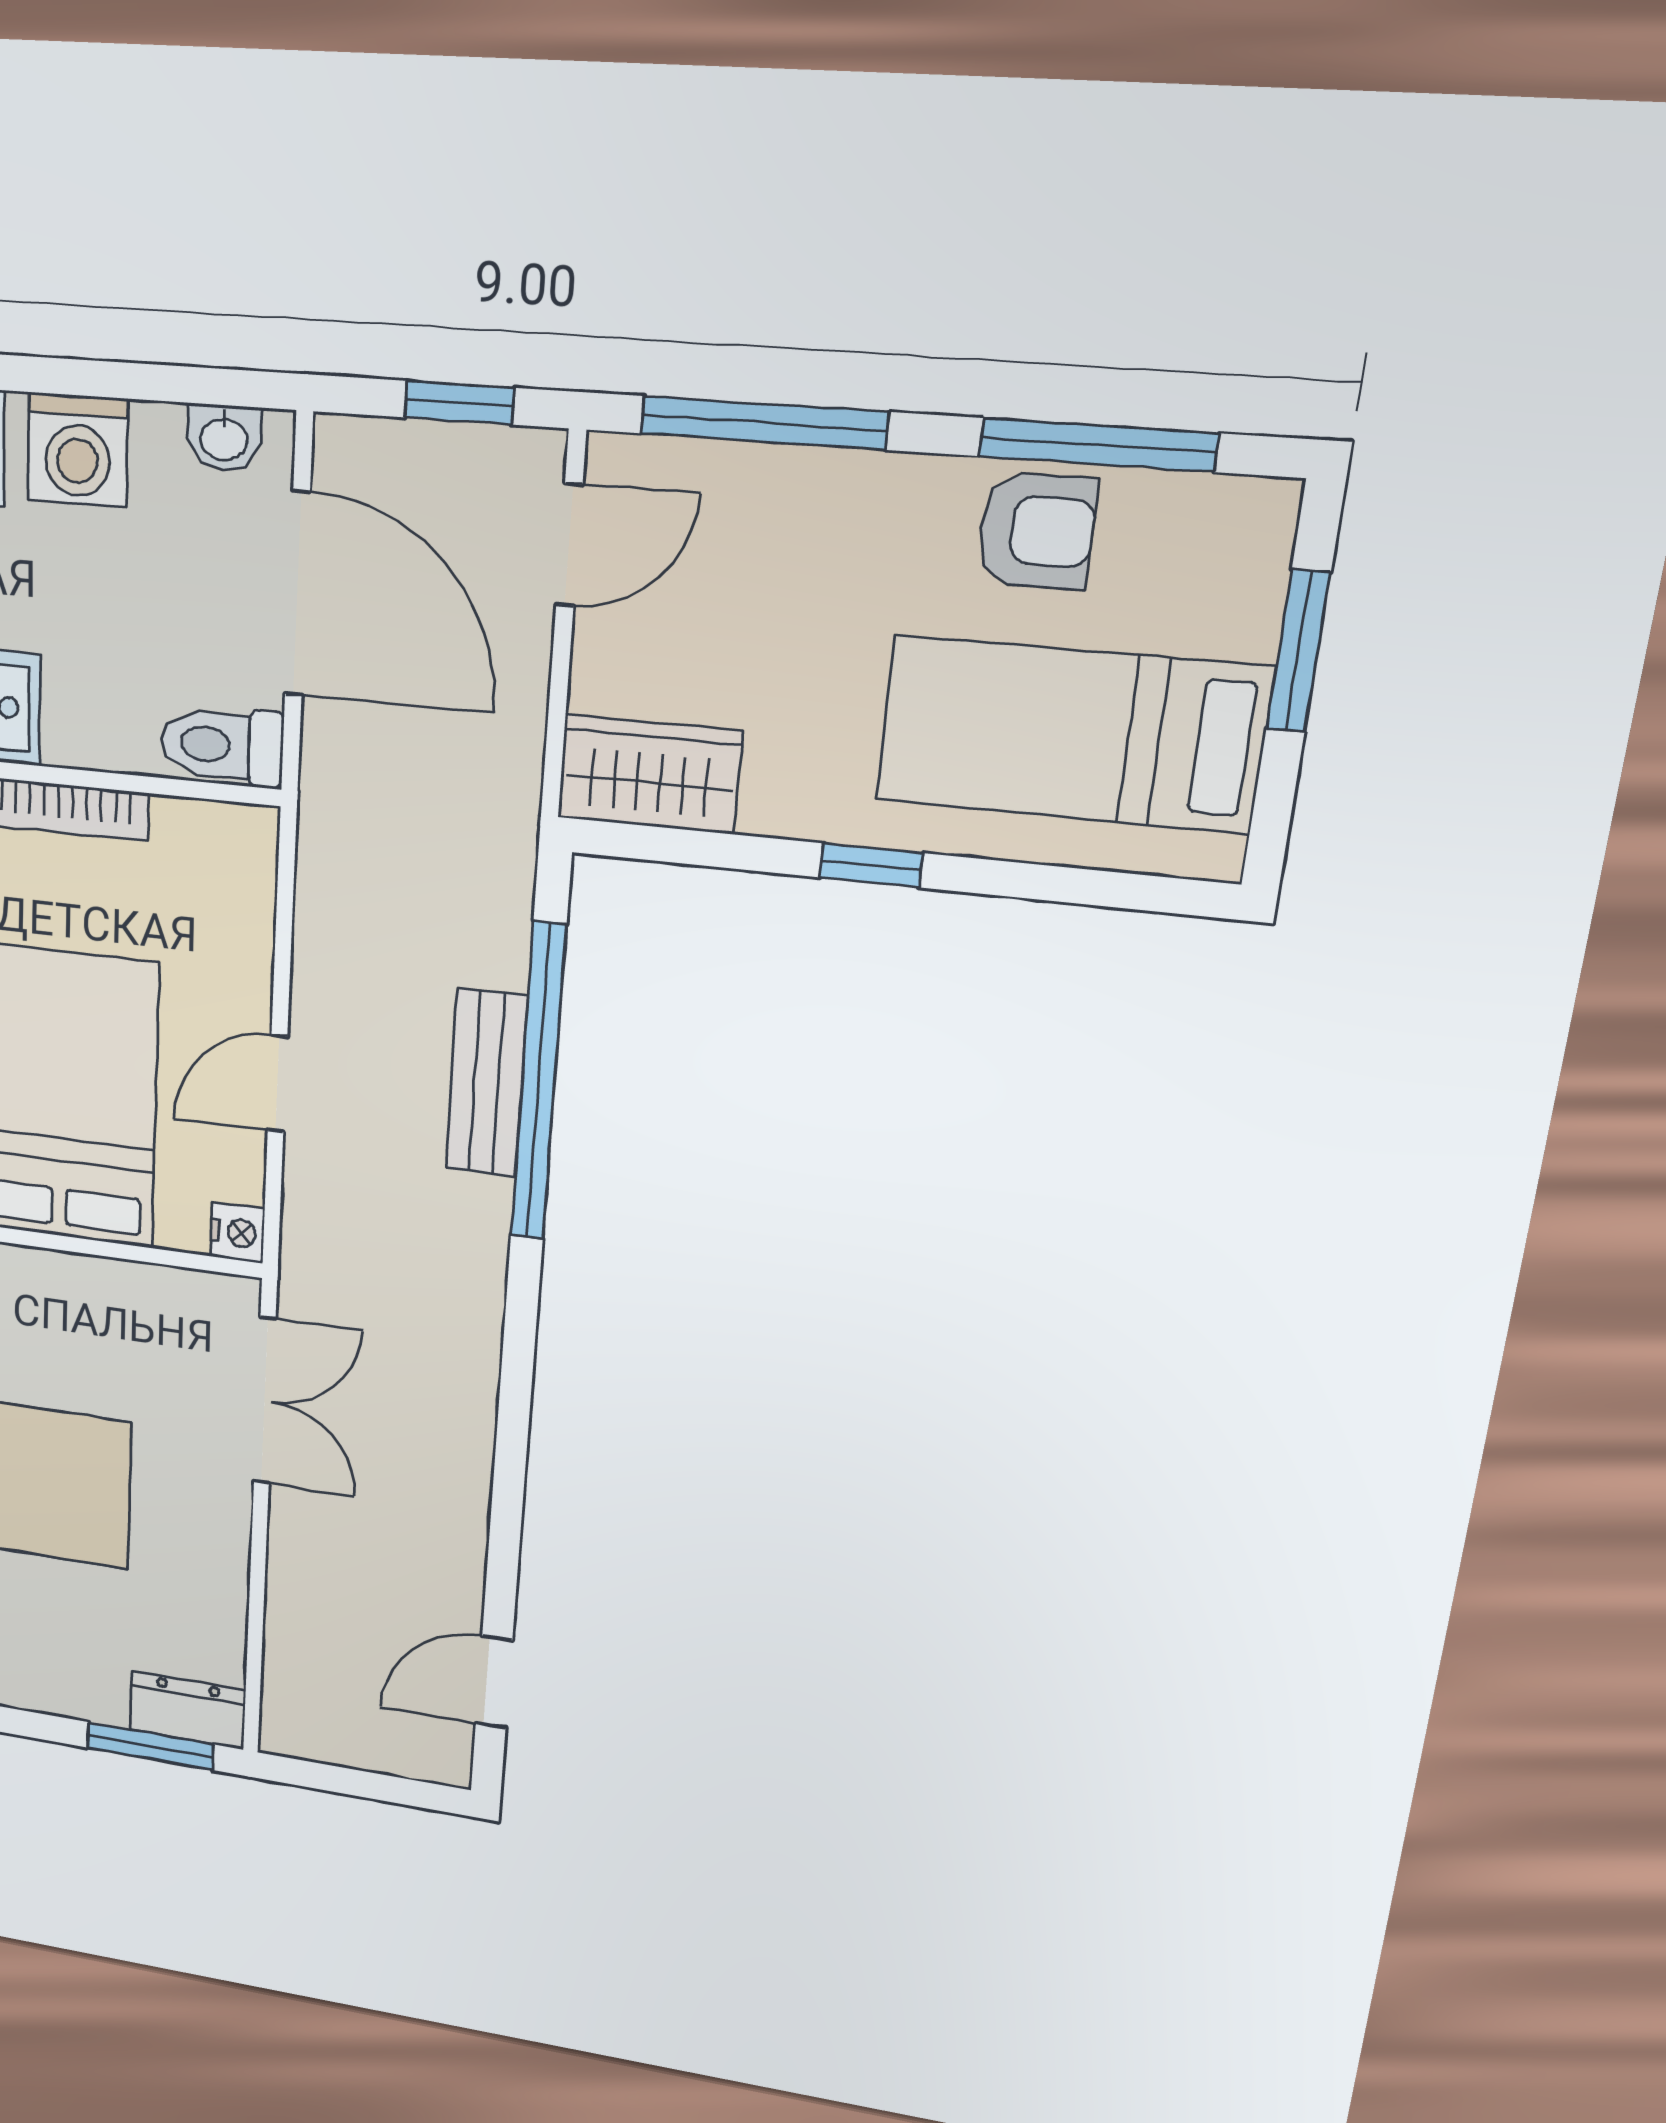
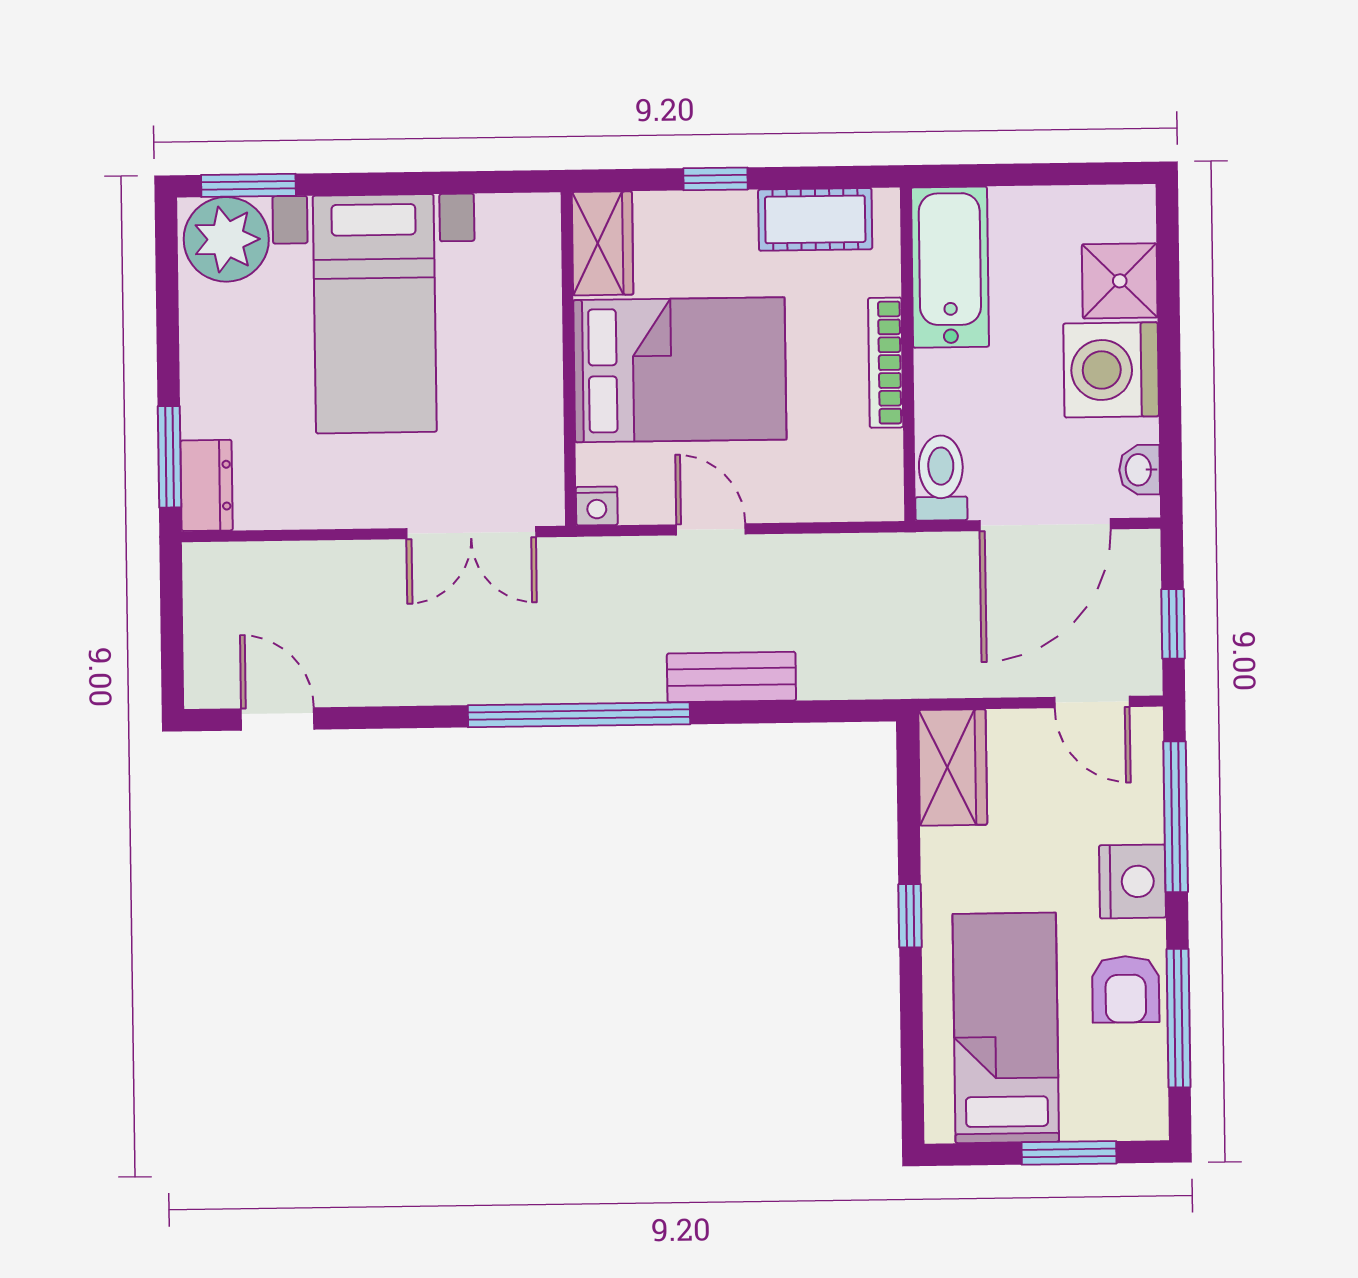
washing machine: (78, 450) -> (1111, 370), width x1.37, depth x1.37
nightstand: (860, 504) -> (1132, 881), added
window: (538, 1083) -> (579, 715), moved

